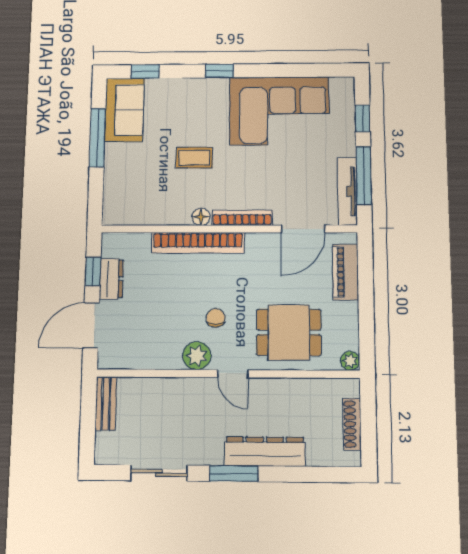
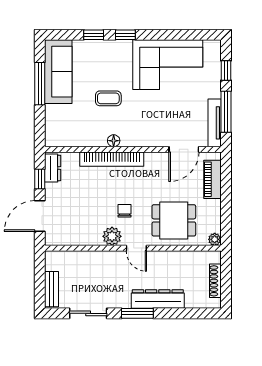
window: (145, 72) -> (94, 35), moved
sofa: (124, 110) -> (58, 72), width x1.36
bookcase: (242, 218) -> (142, 141), removed
dresser: (111, 279) -> (53, 168), moved
bench: (106, 403) -> (51, 289), moved

